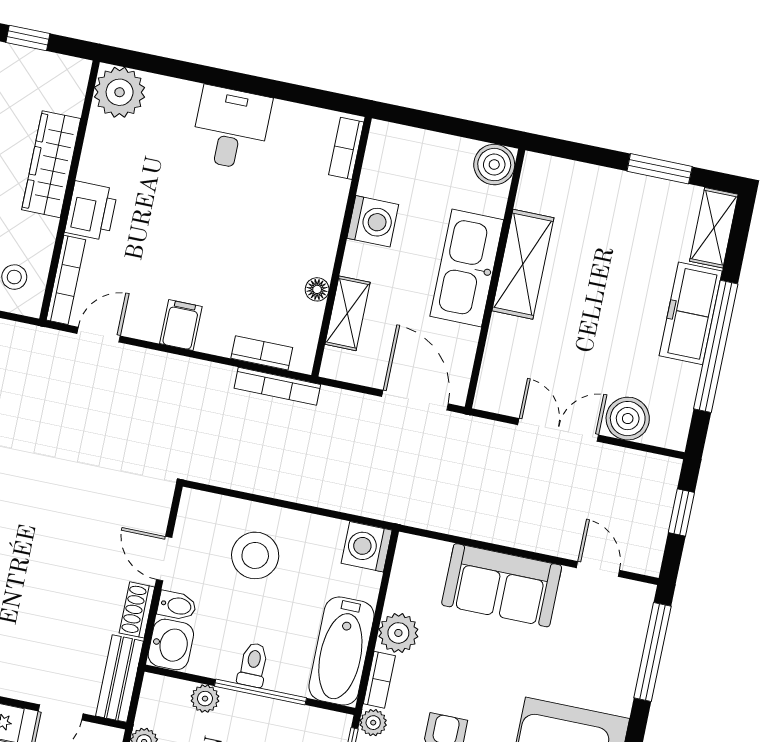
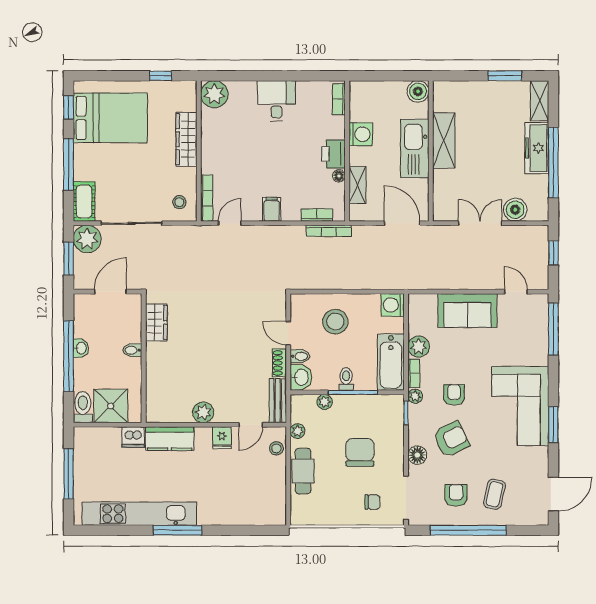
printer: (91, 211) -> (334, 154), moved, turned 180

